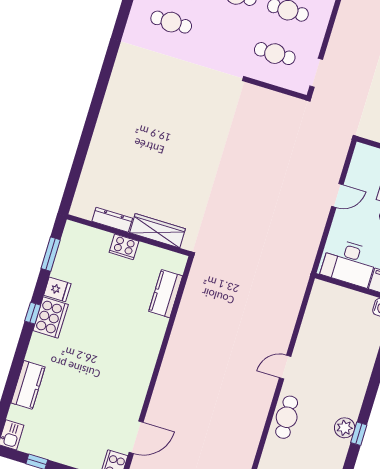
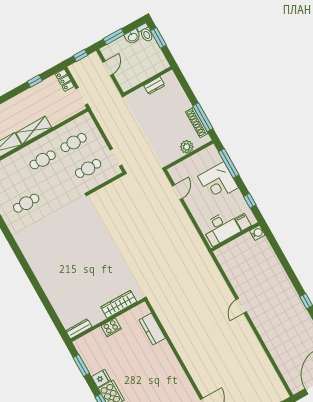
door: (337, 195) -> (177, 192), moved
dresser: (112, 220) -> (79, 329), moved
cafe table: (287, 417) -> (266, 328), removed
plant: (345, 428) -> (297, 305), removed

